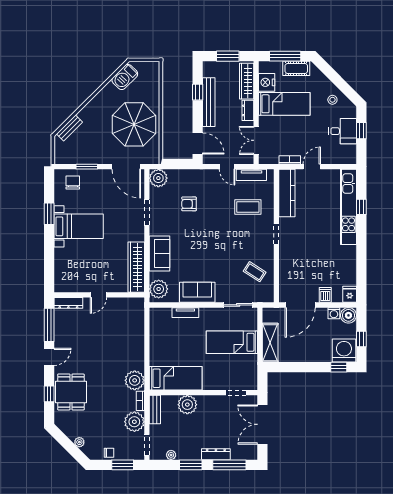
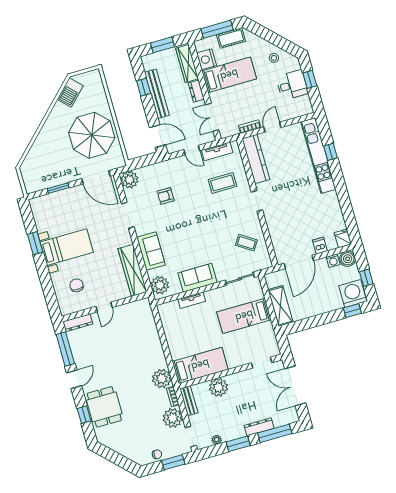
bench: (70, 128) -> (31, 156), removed
chair: (73, 183) -> (77, 285), moved
plant: (79, 442) -> (126, 452), removed

